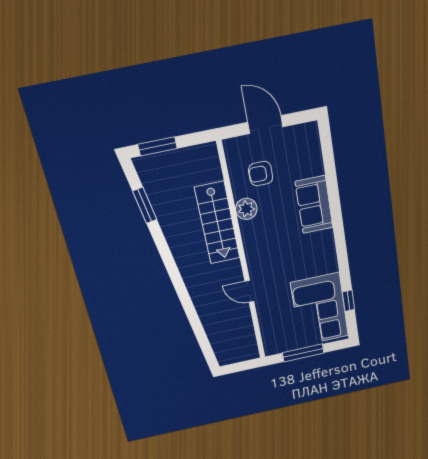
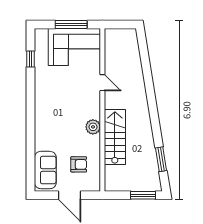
sofa: (314, 205) -> (45, 170), moved
plant: (246, 209) -> (93, 127), moved
corner sofa: (320, 309) -> (74, 47), moved, turned 90

